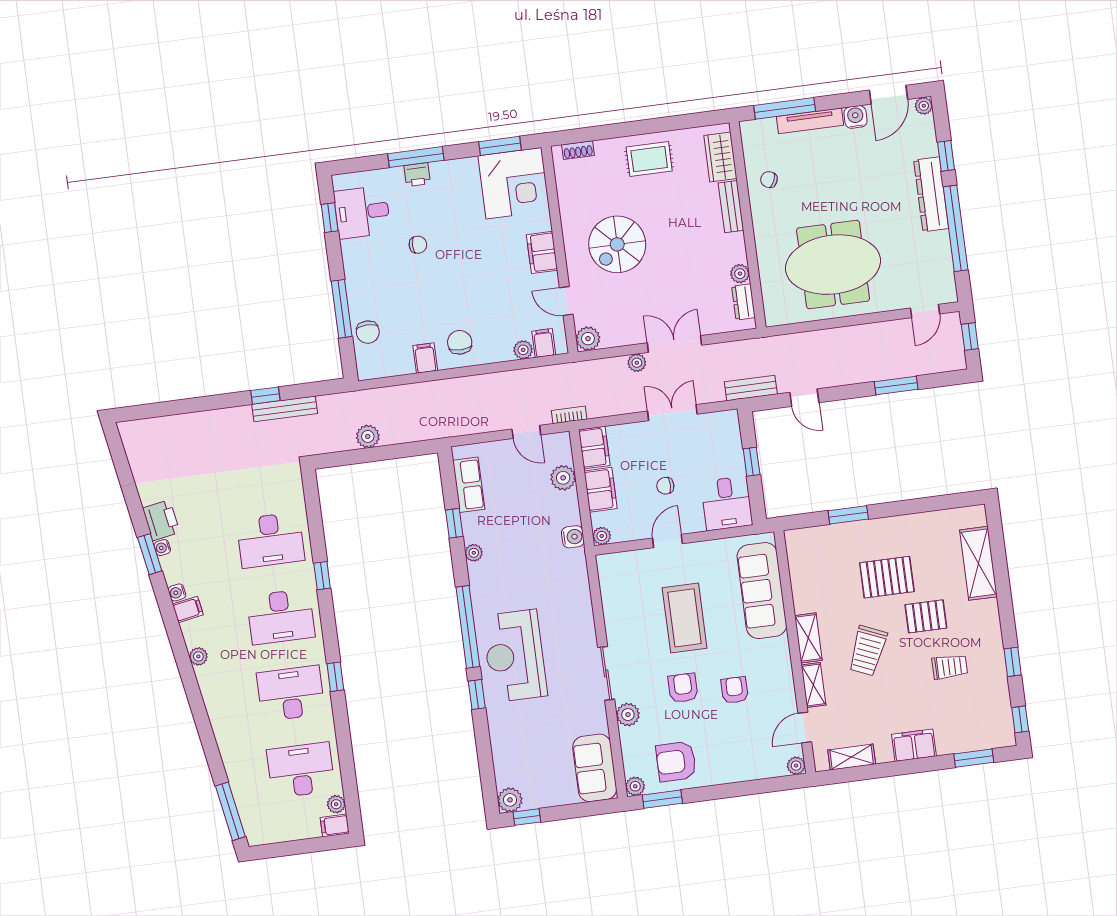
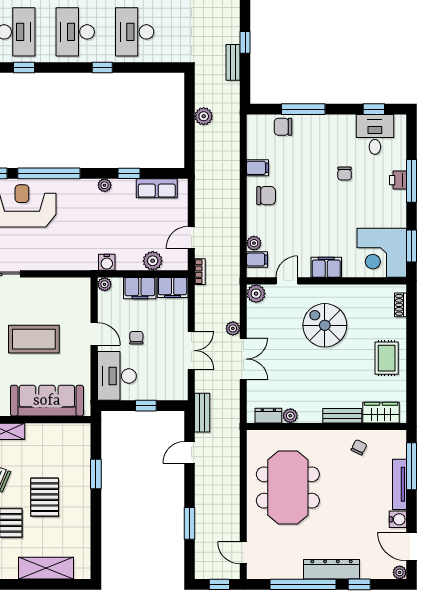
bench: (285, 409) -> (233, 62), width x0.73
desk: (727, 503) -> (117, 376), width x1.37

